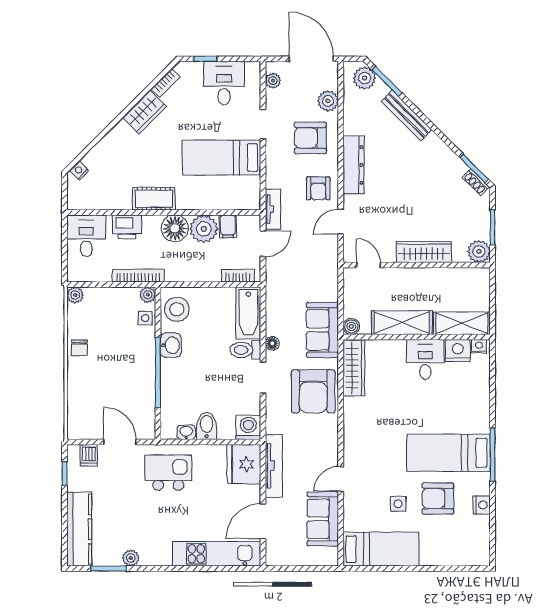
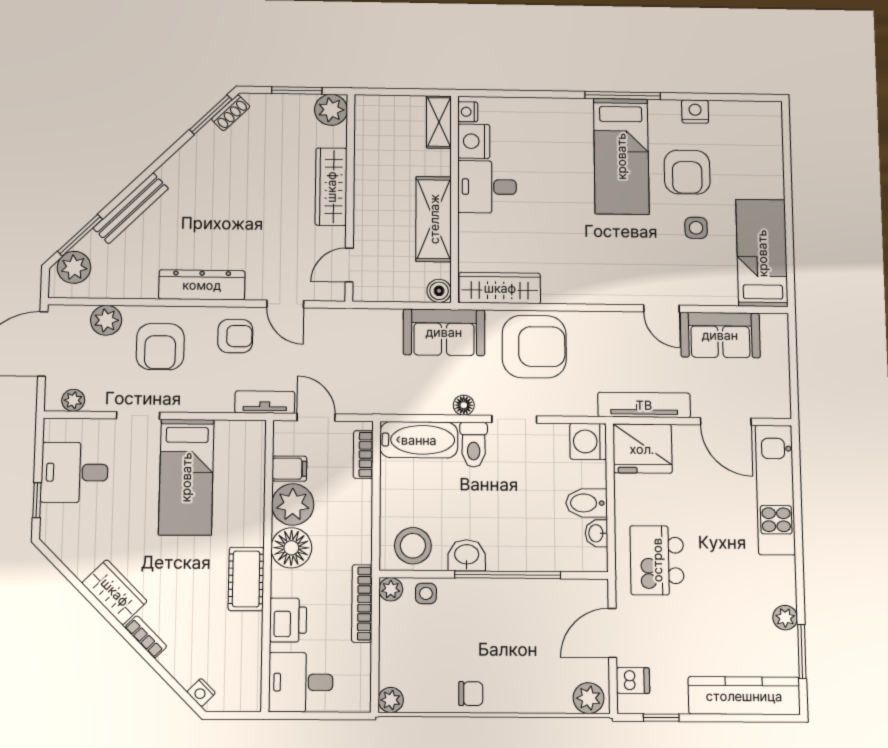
bookcase: (166, 83) -> (146, 637), moved
shelving: (462, 323) -> (439, 122), width x0.67, depth x0.75
plant: (77, 426) -> (589, 698), added

